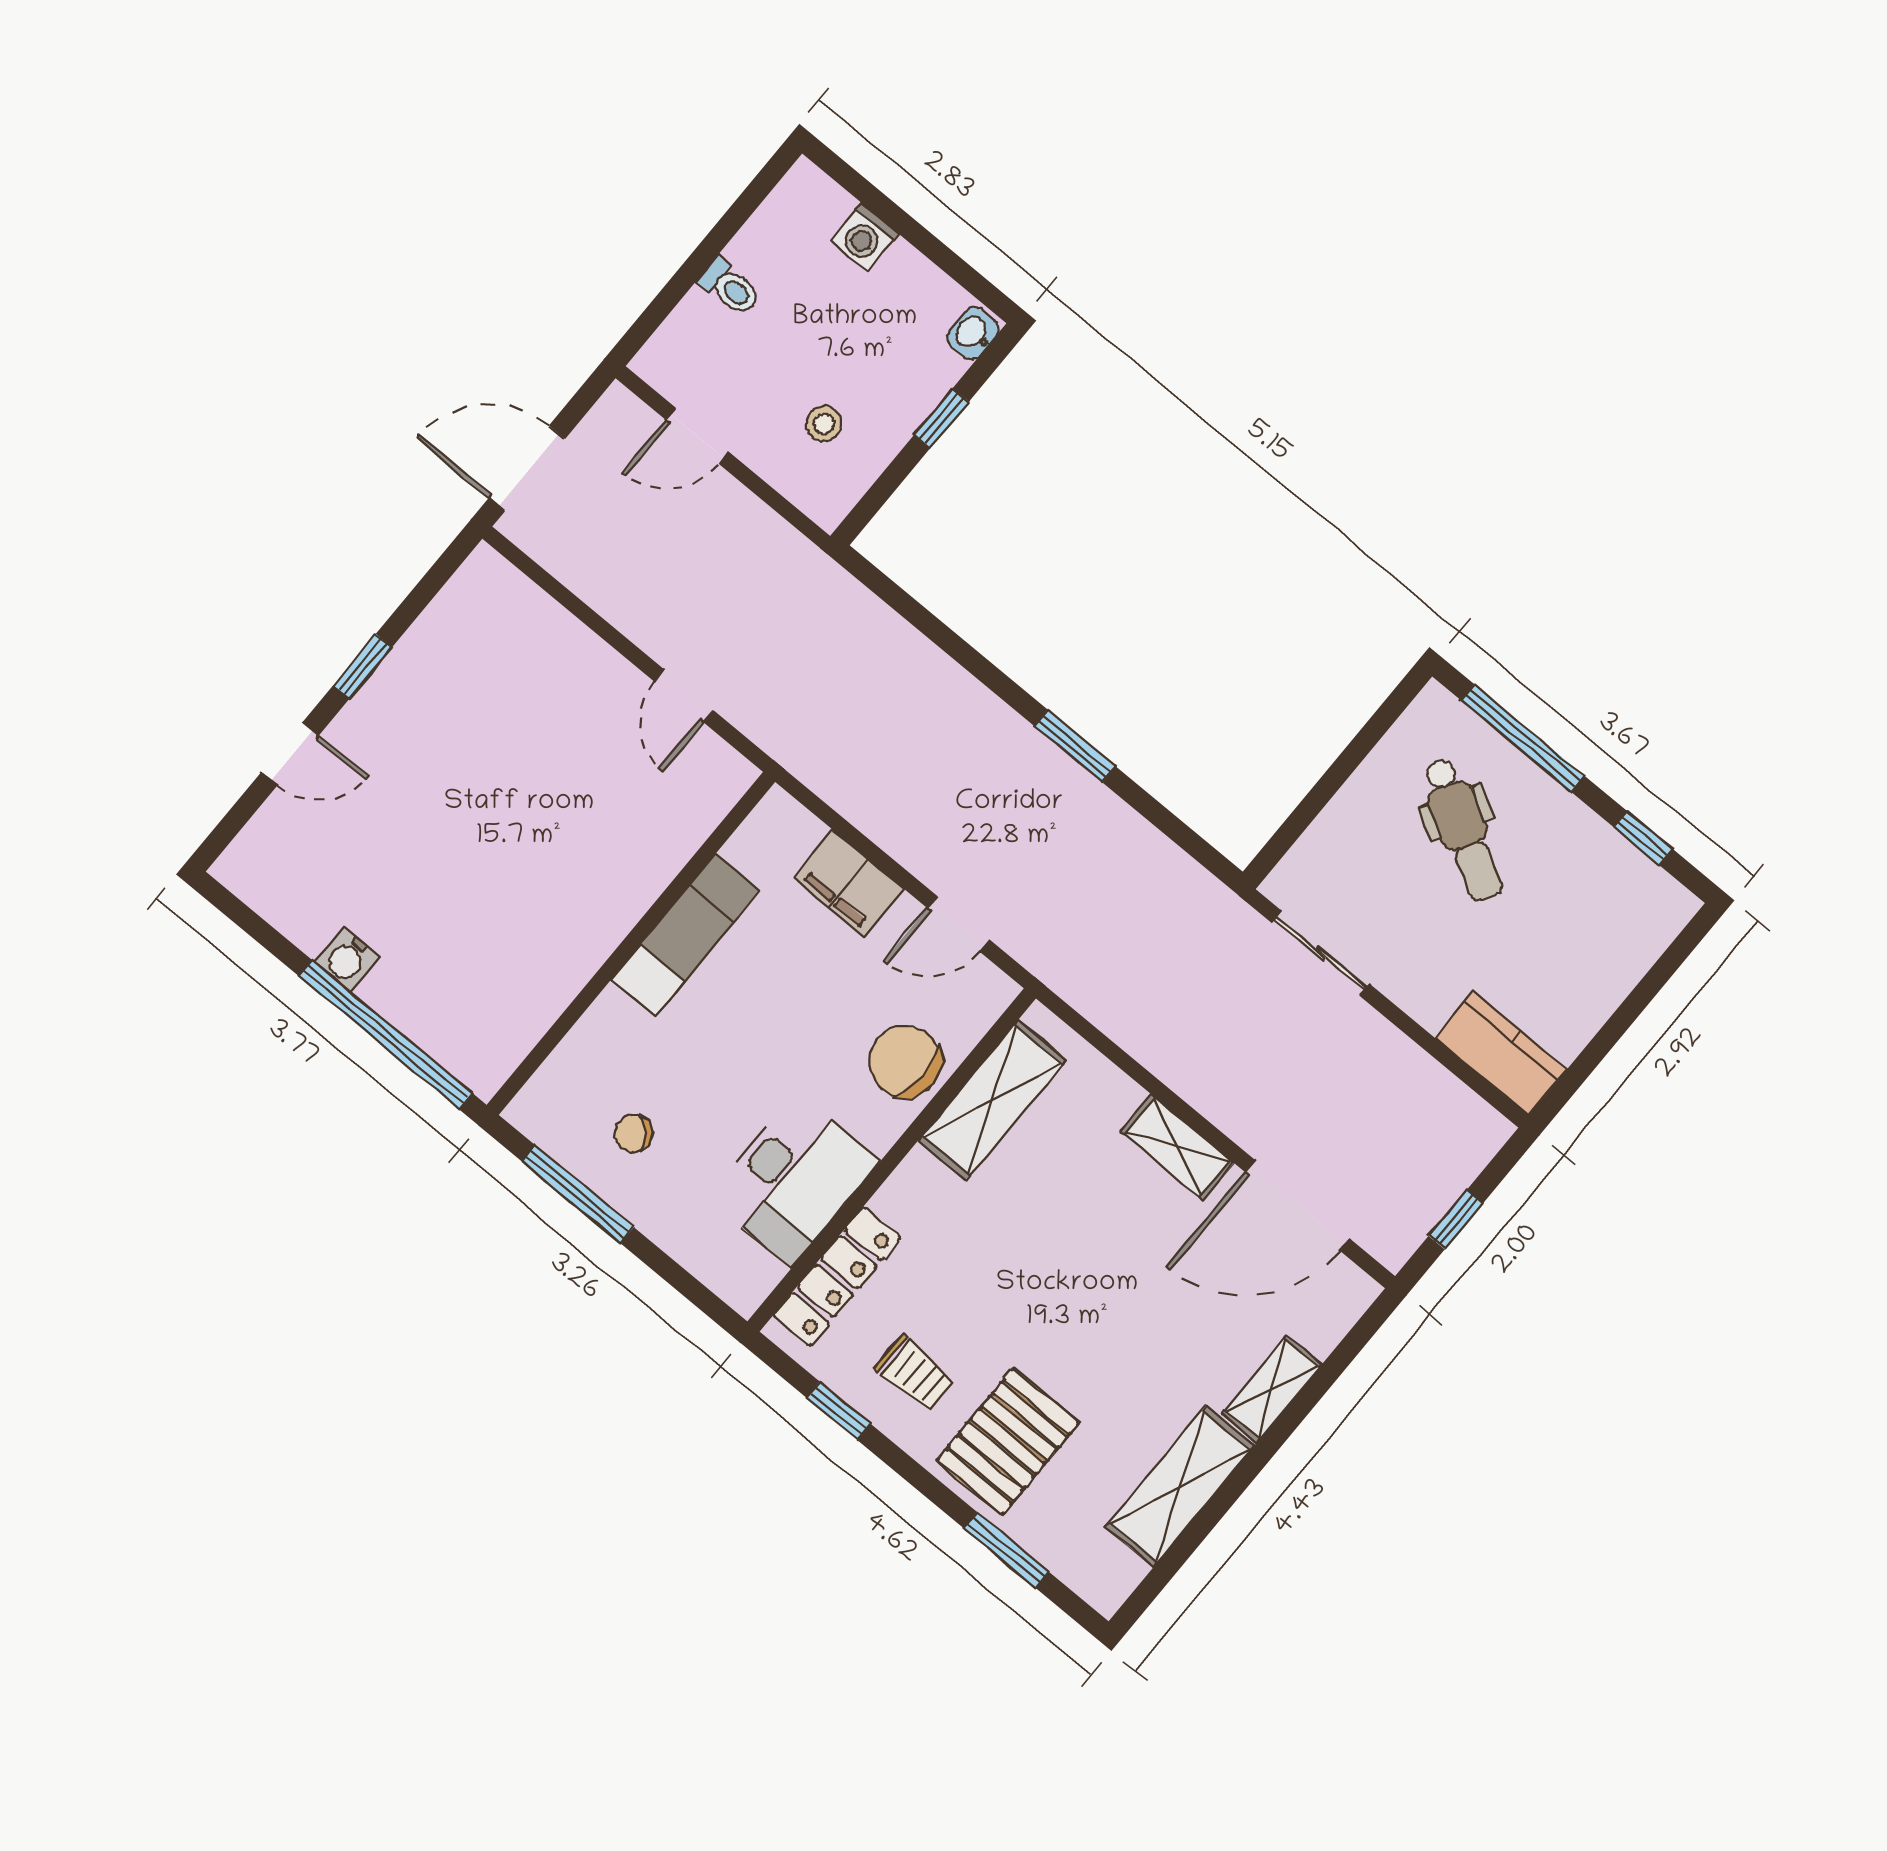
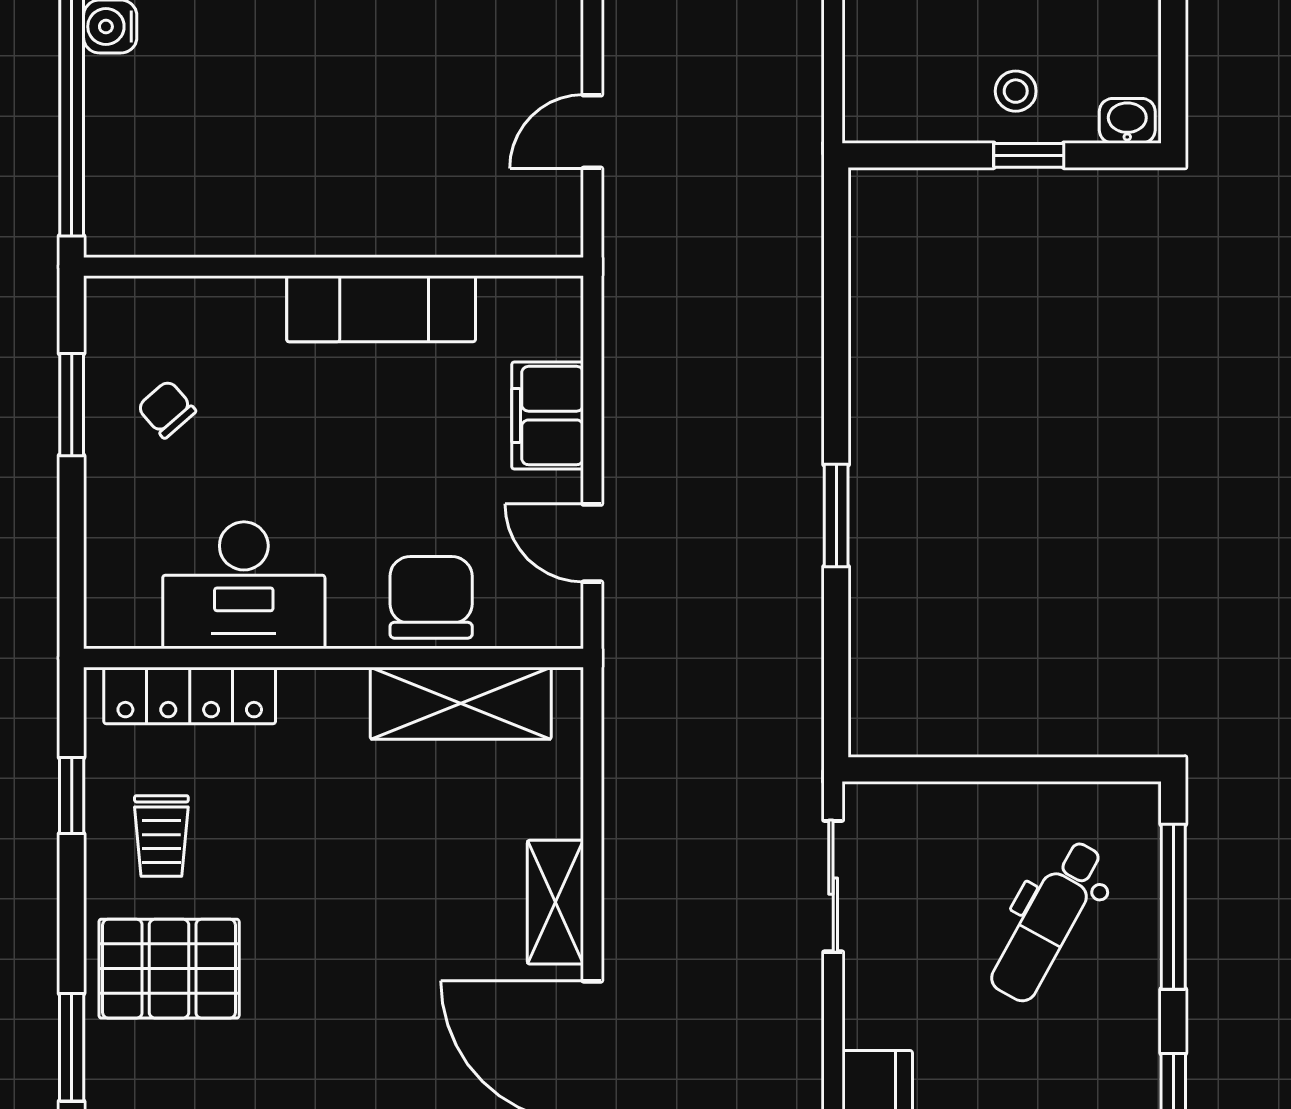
stool: (824, 424) -> (1016, 91), moved
window: (578, 1194) -> (72, 405), width x0.69

